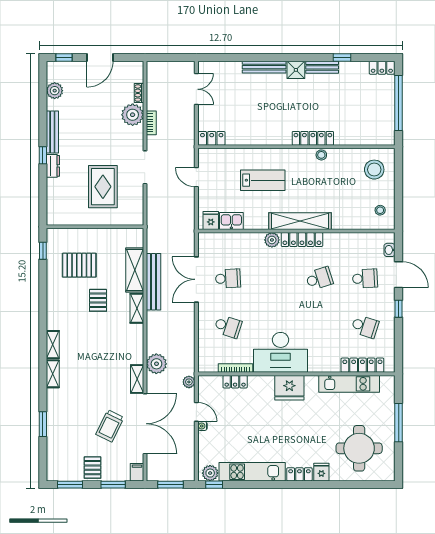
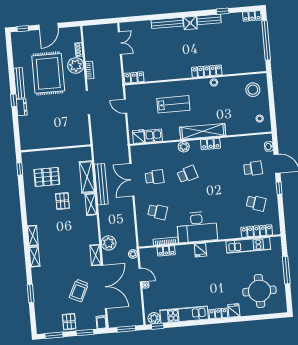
plant: (55, 91) -> (18, 53), removed
rug: (103, 187) -> (48, 73), moved, width x1.37, depth x1.44
locker: (302, 240) -> (211, 144), width x0.66
school desk: (319, 278) -> (187, 174), moved
fridge: (289, 388) -> (200, 250), width x0.53, depth x0.75

